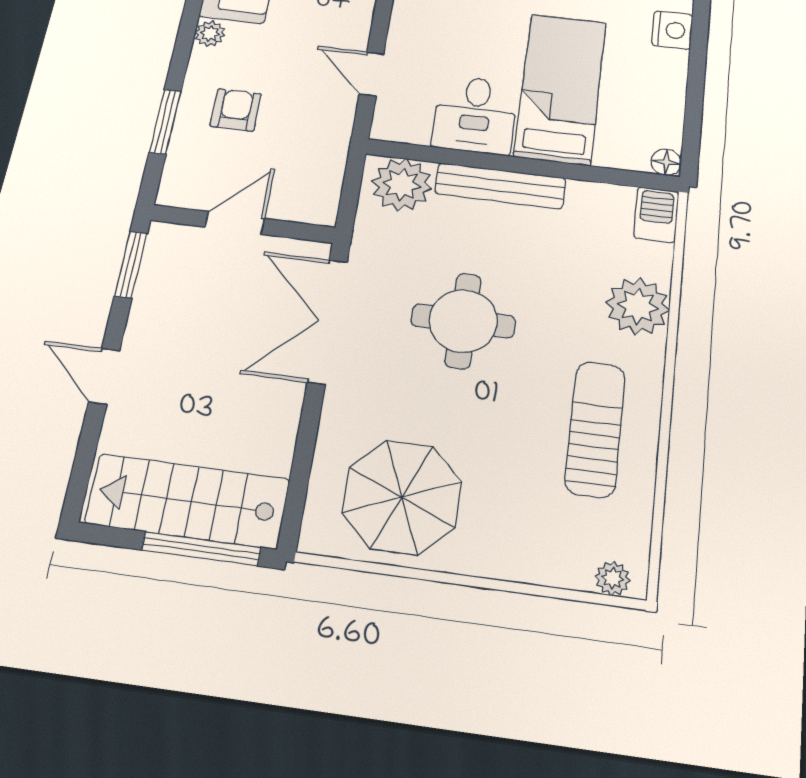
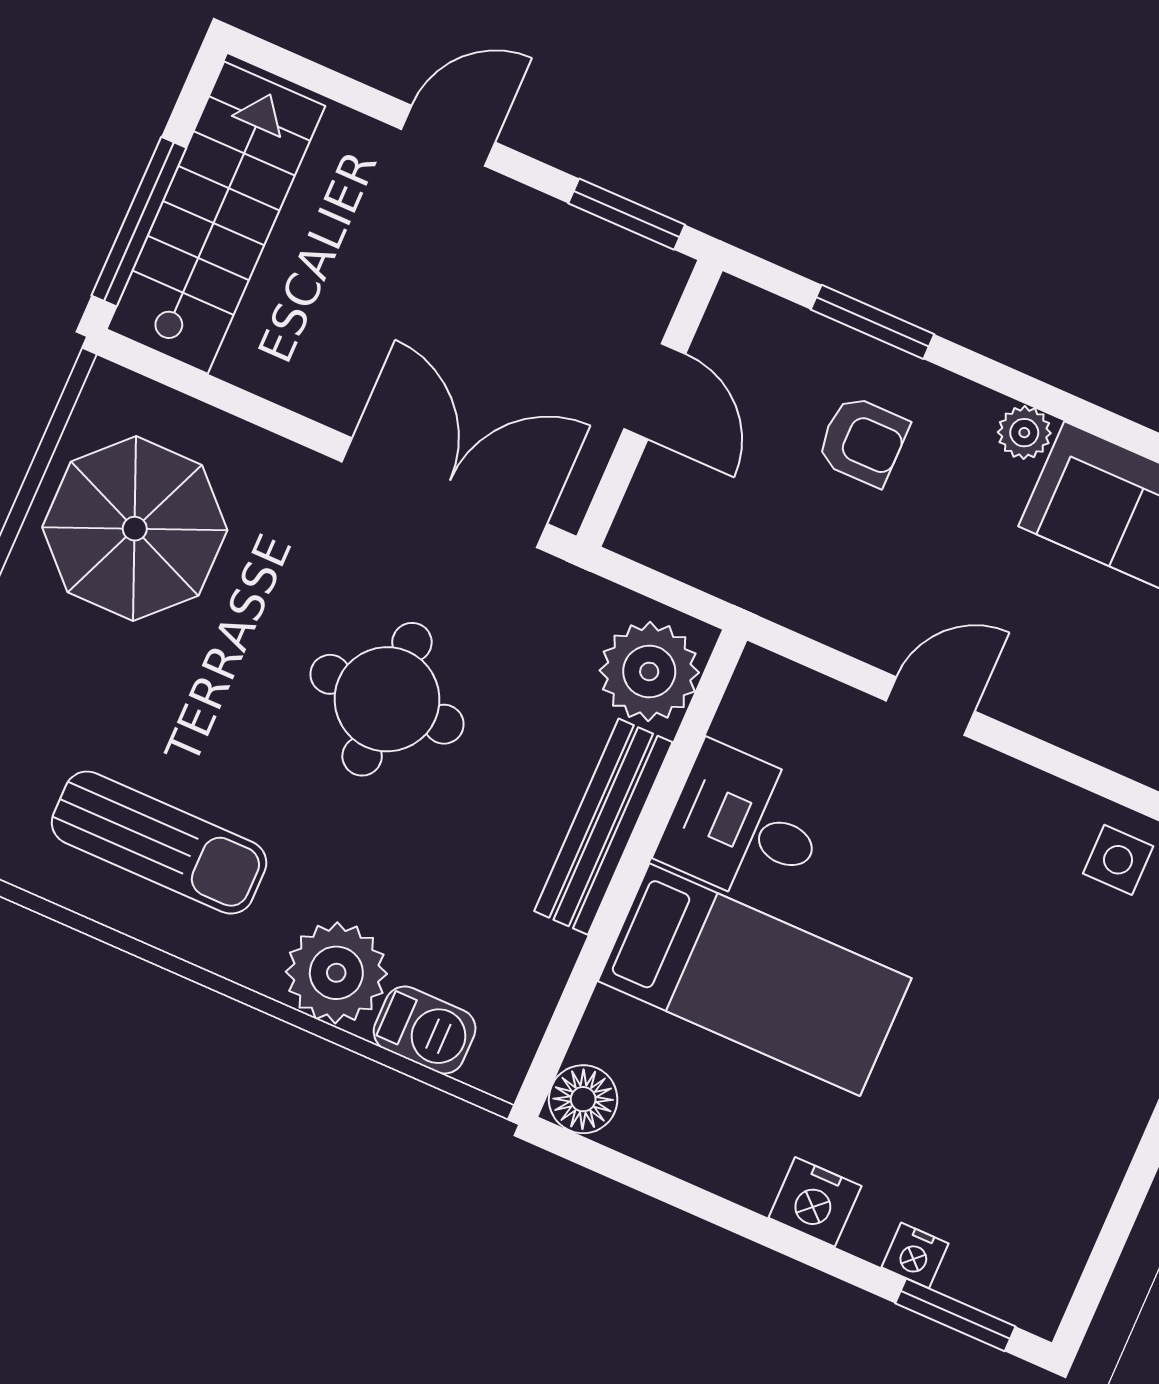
door: (372, 74) -> (930, 706), moved
floor lamp: (666, 162) -> (583, 1099), width x1.37, depth x1.37
barbecue: (656, 215) -> (425, 1030), moved

